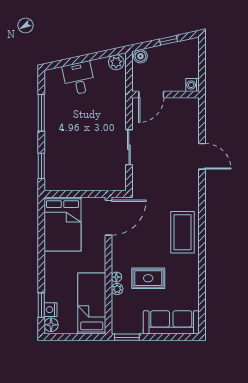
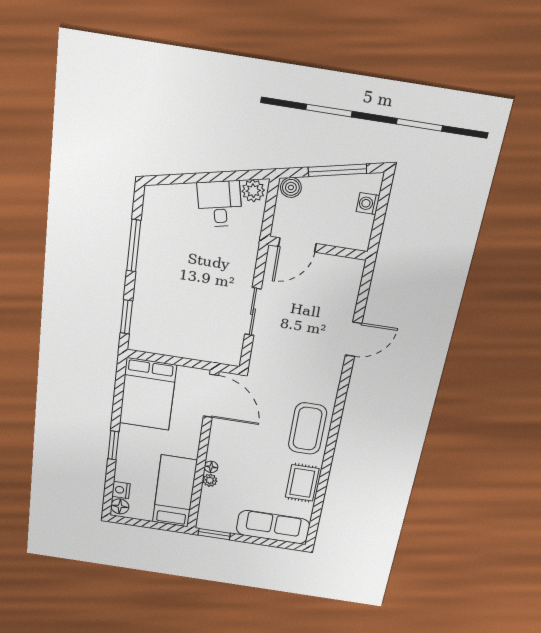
window: (169, 40) -> (337, 170), width x2.17
desk: (79, 78) -> (220, 204), moved
washing machine: (192, 85) -> (368, 204), moved
door: (202, 156) -> (354, 339), hinge flipped
door: (108, 218) -> (211, 396), hinge flipped
rug: (148, 278) -> (302, 483), moved, turned 90
window: (41, 305) -> (113, 445), moved

